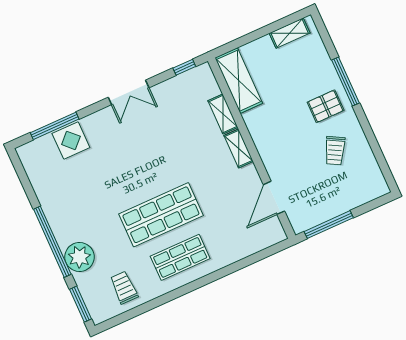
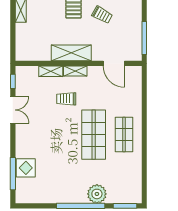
shelving: (239, 81) -> (71, 53), moved
double door: (129, 92) -> (13, 110), moved
trolley: (124, 288) -> (66, 99), moved

